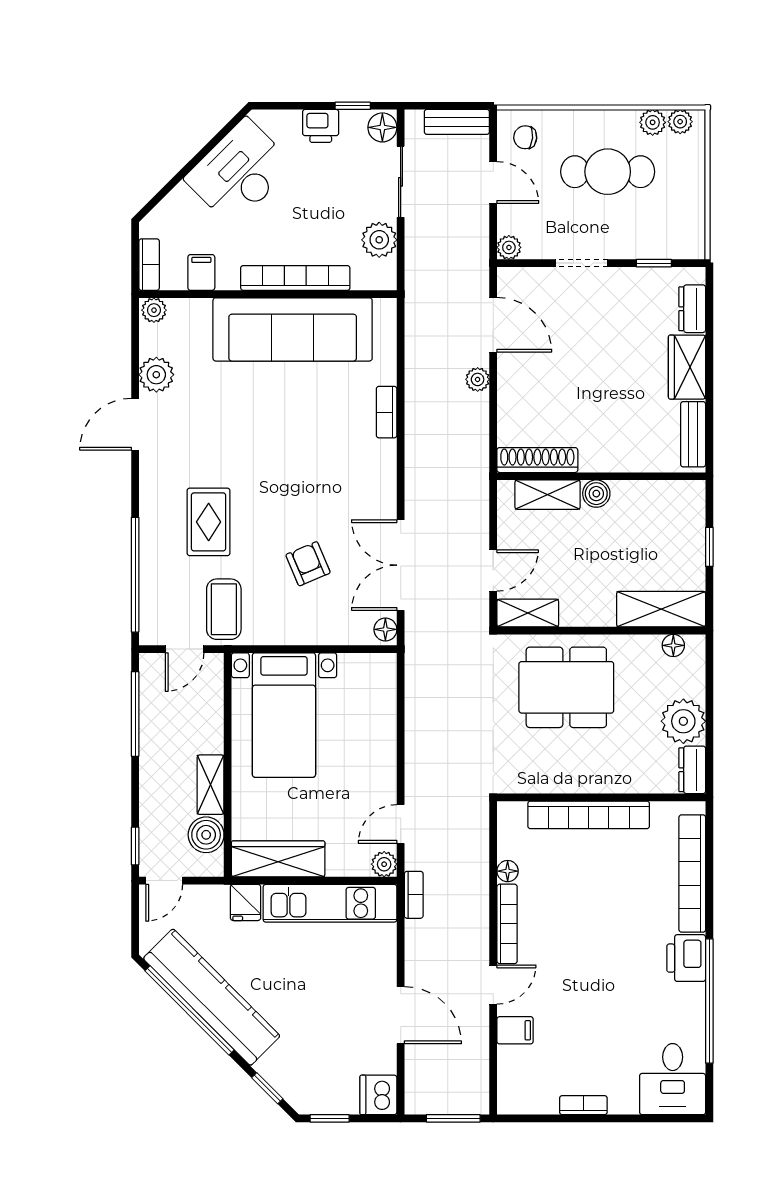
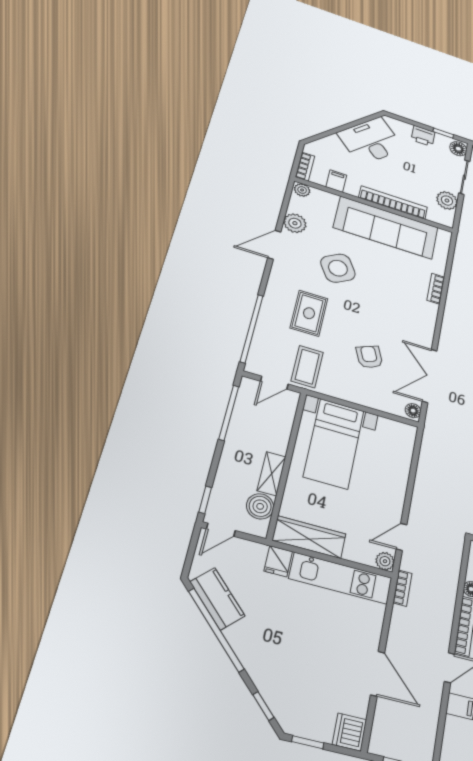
side table: (234, 430) -> (338, 268), added
kitchen counter: (212, 997) -> (217, 599), width x0.48, depth x0.86

